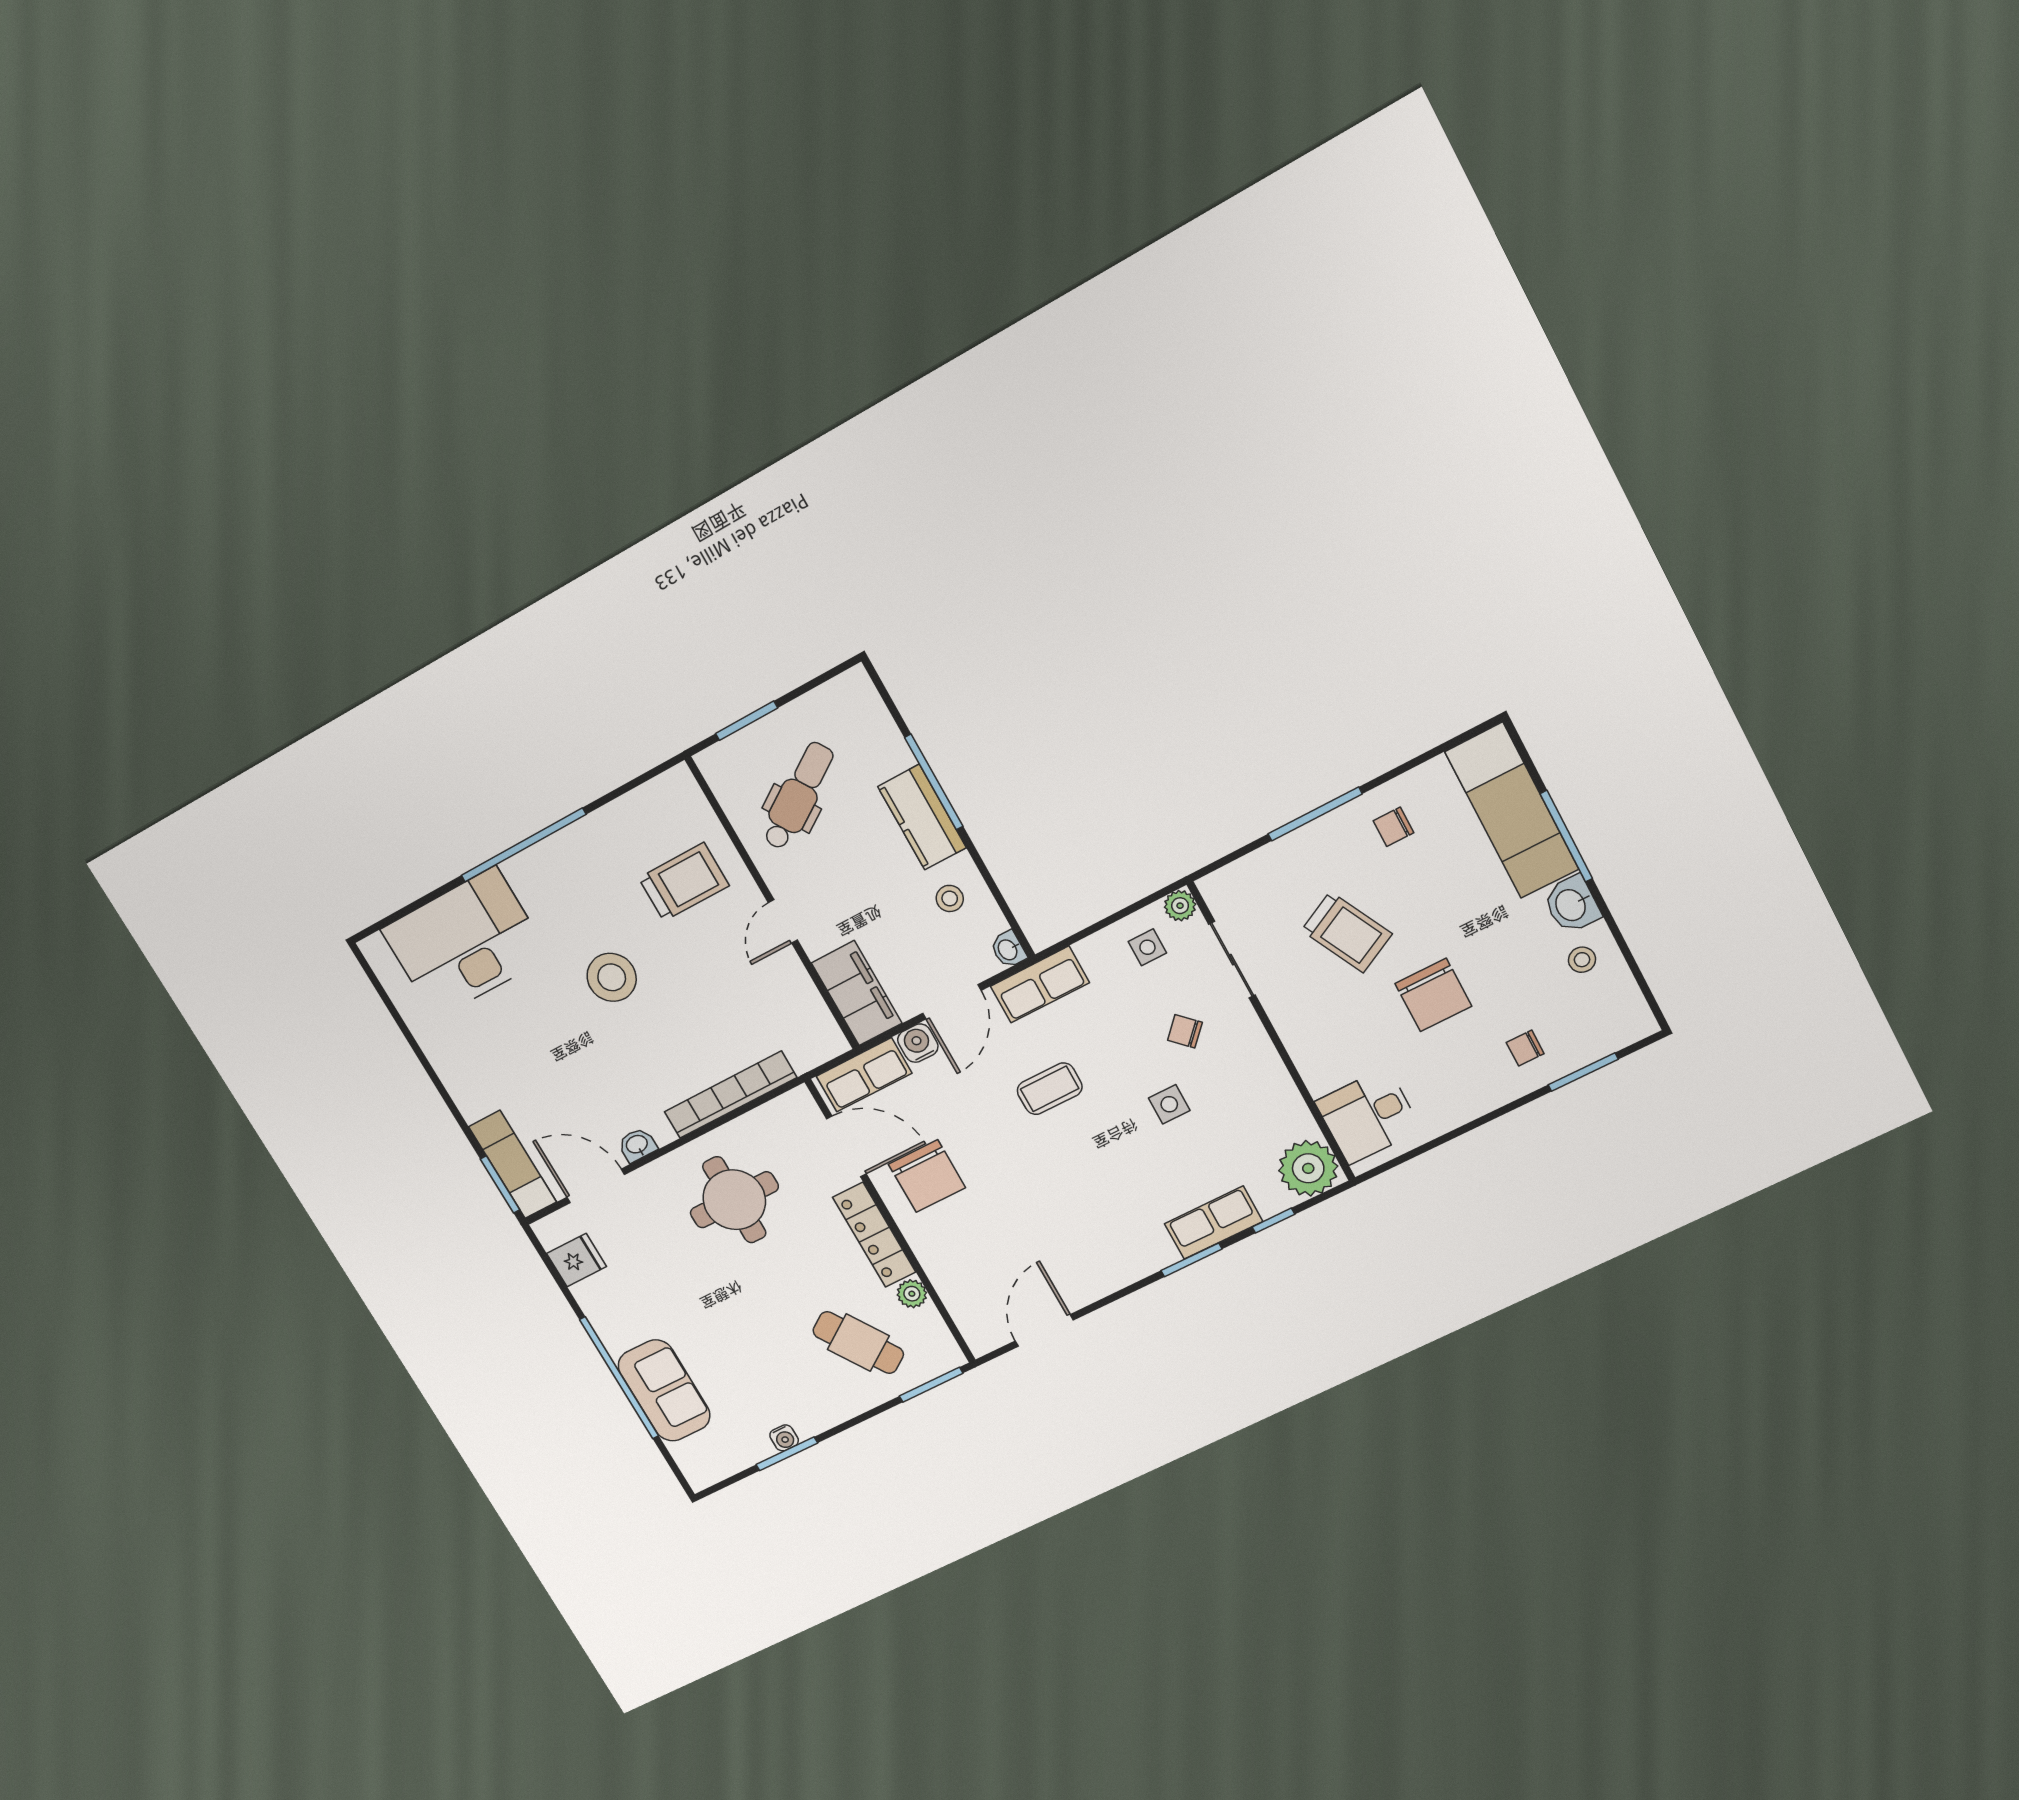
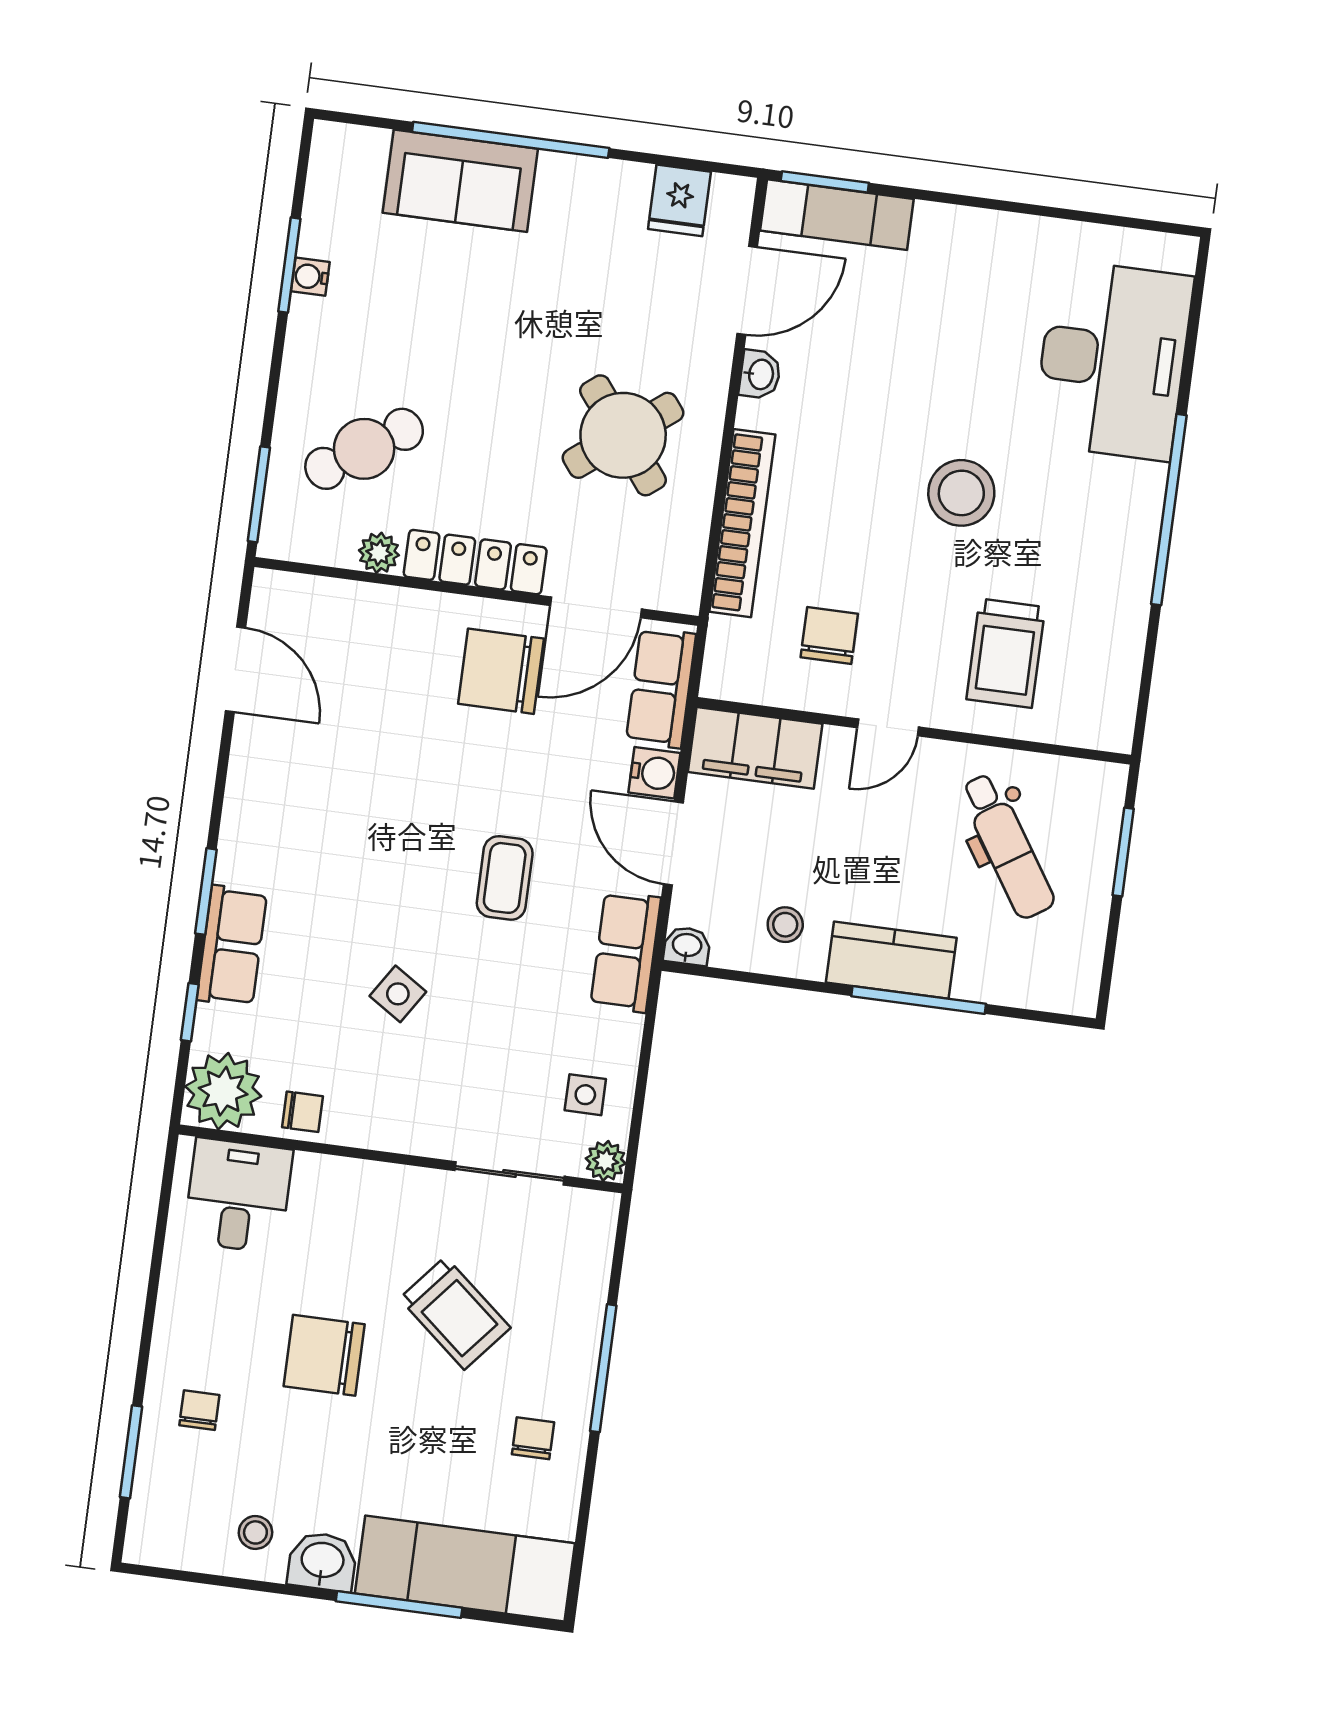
door: (783, 921) -> (888, 727), swing flipped
trolley: (1347, 932) -> (455, 1313), turned -113
chair: (756, 996) -> (829, 636), added
chair: (1185, 1031) -> (302, 1112), moved, turned 46
side table: (1169, 1104) -> (398, 994), turned 33
round table: (734, 1200) -> (623, 435), turned -38

